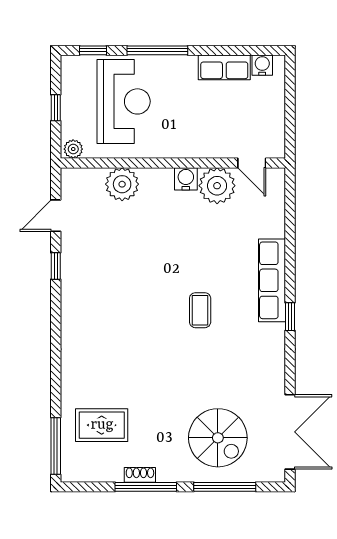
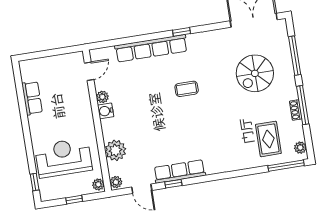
window: (157, 50) -> (28, 142), removed
water cooler: (262, 65) -> (27, 75), removed
plant: (73, 177) -> (116, 182), added
plant: (217, 186) -> (102, 97), width x0.53, depth x0.53
row of seats: (73, 279) -> (180, 172), added
row of seats: (272, 280) -> (151, 48), width x1.36
spiral stairs: (218, 438) -> (255, 73), moved, turned 180
plant: (80, 473) -> (300, 148), added

